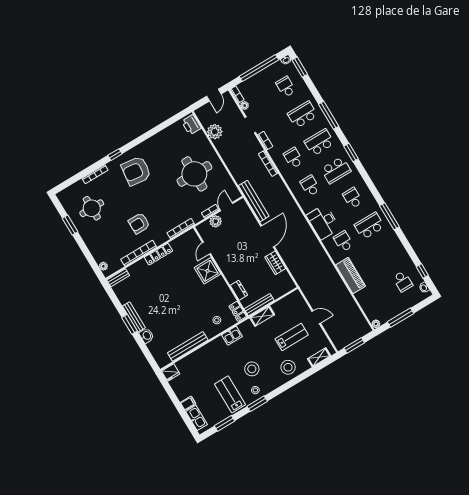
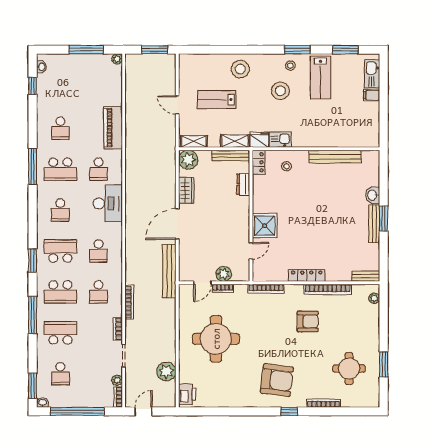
school desk: (303, 115) -> (60, 333), turned 180
school desk: (403, 281) -> (60, 128), moved, turned 180
plant: (286, 284) -> (188, 160), added
shelving: (319, 357) -> (194, 141), moved
fridge: (171, 372) -> (259, 140), moved

